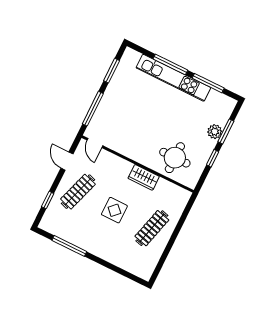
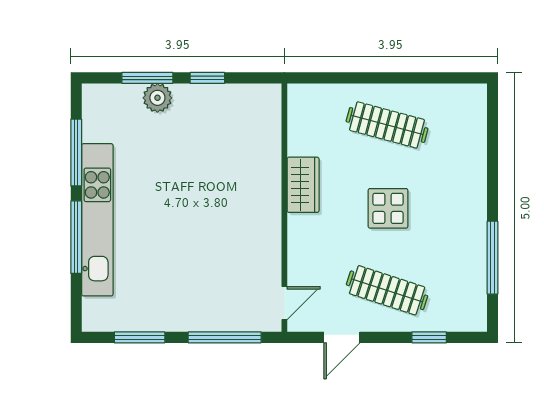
round table: (175, 158) -> (240, 146), removed

